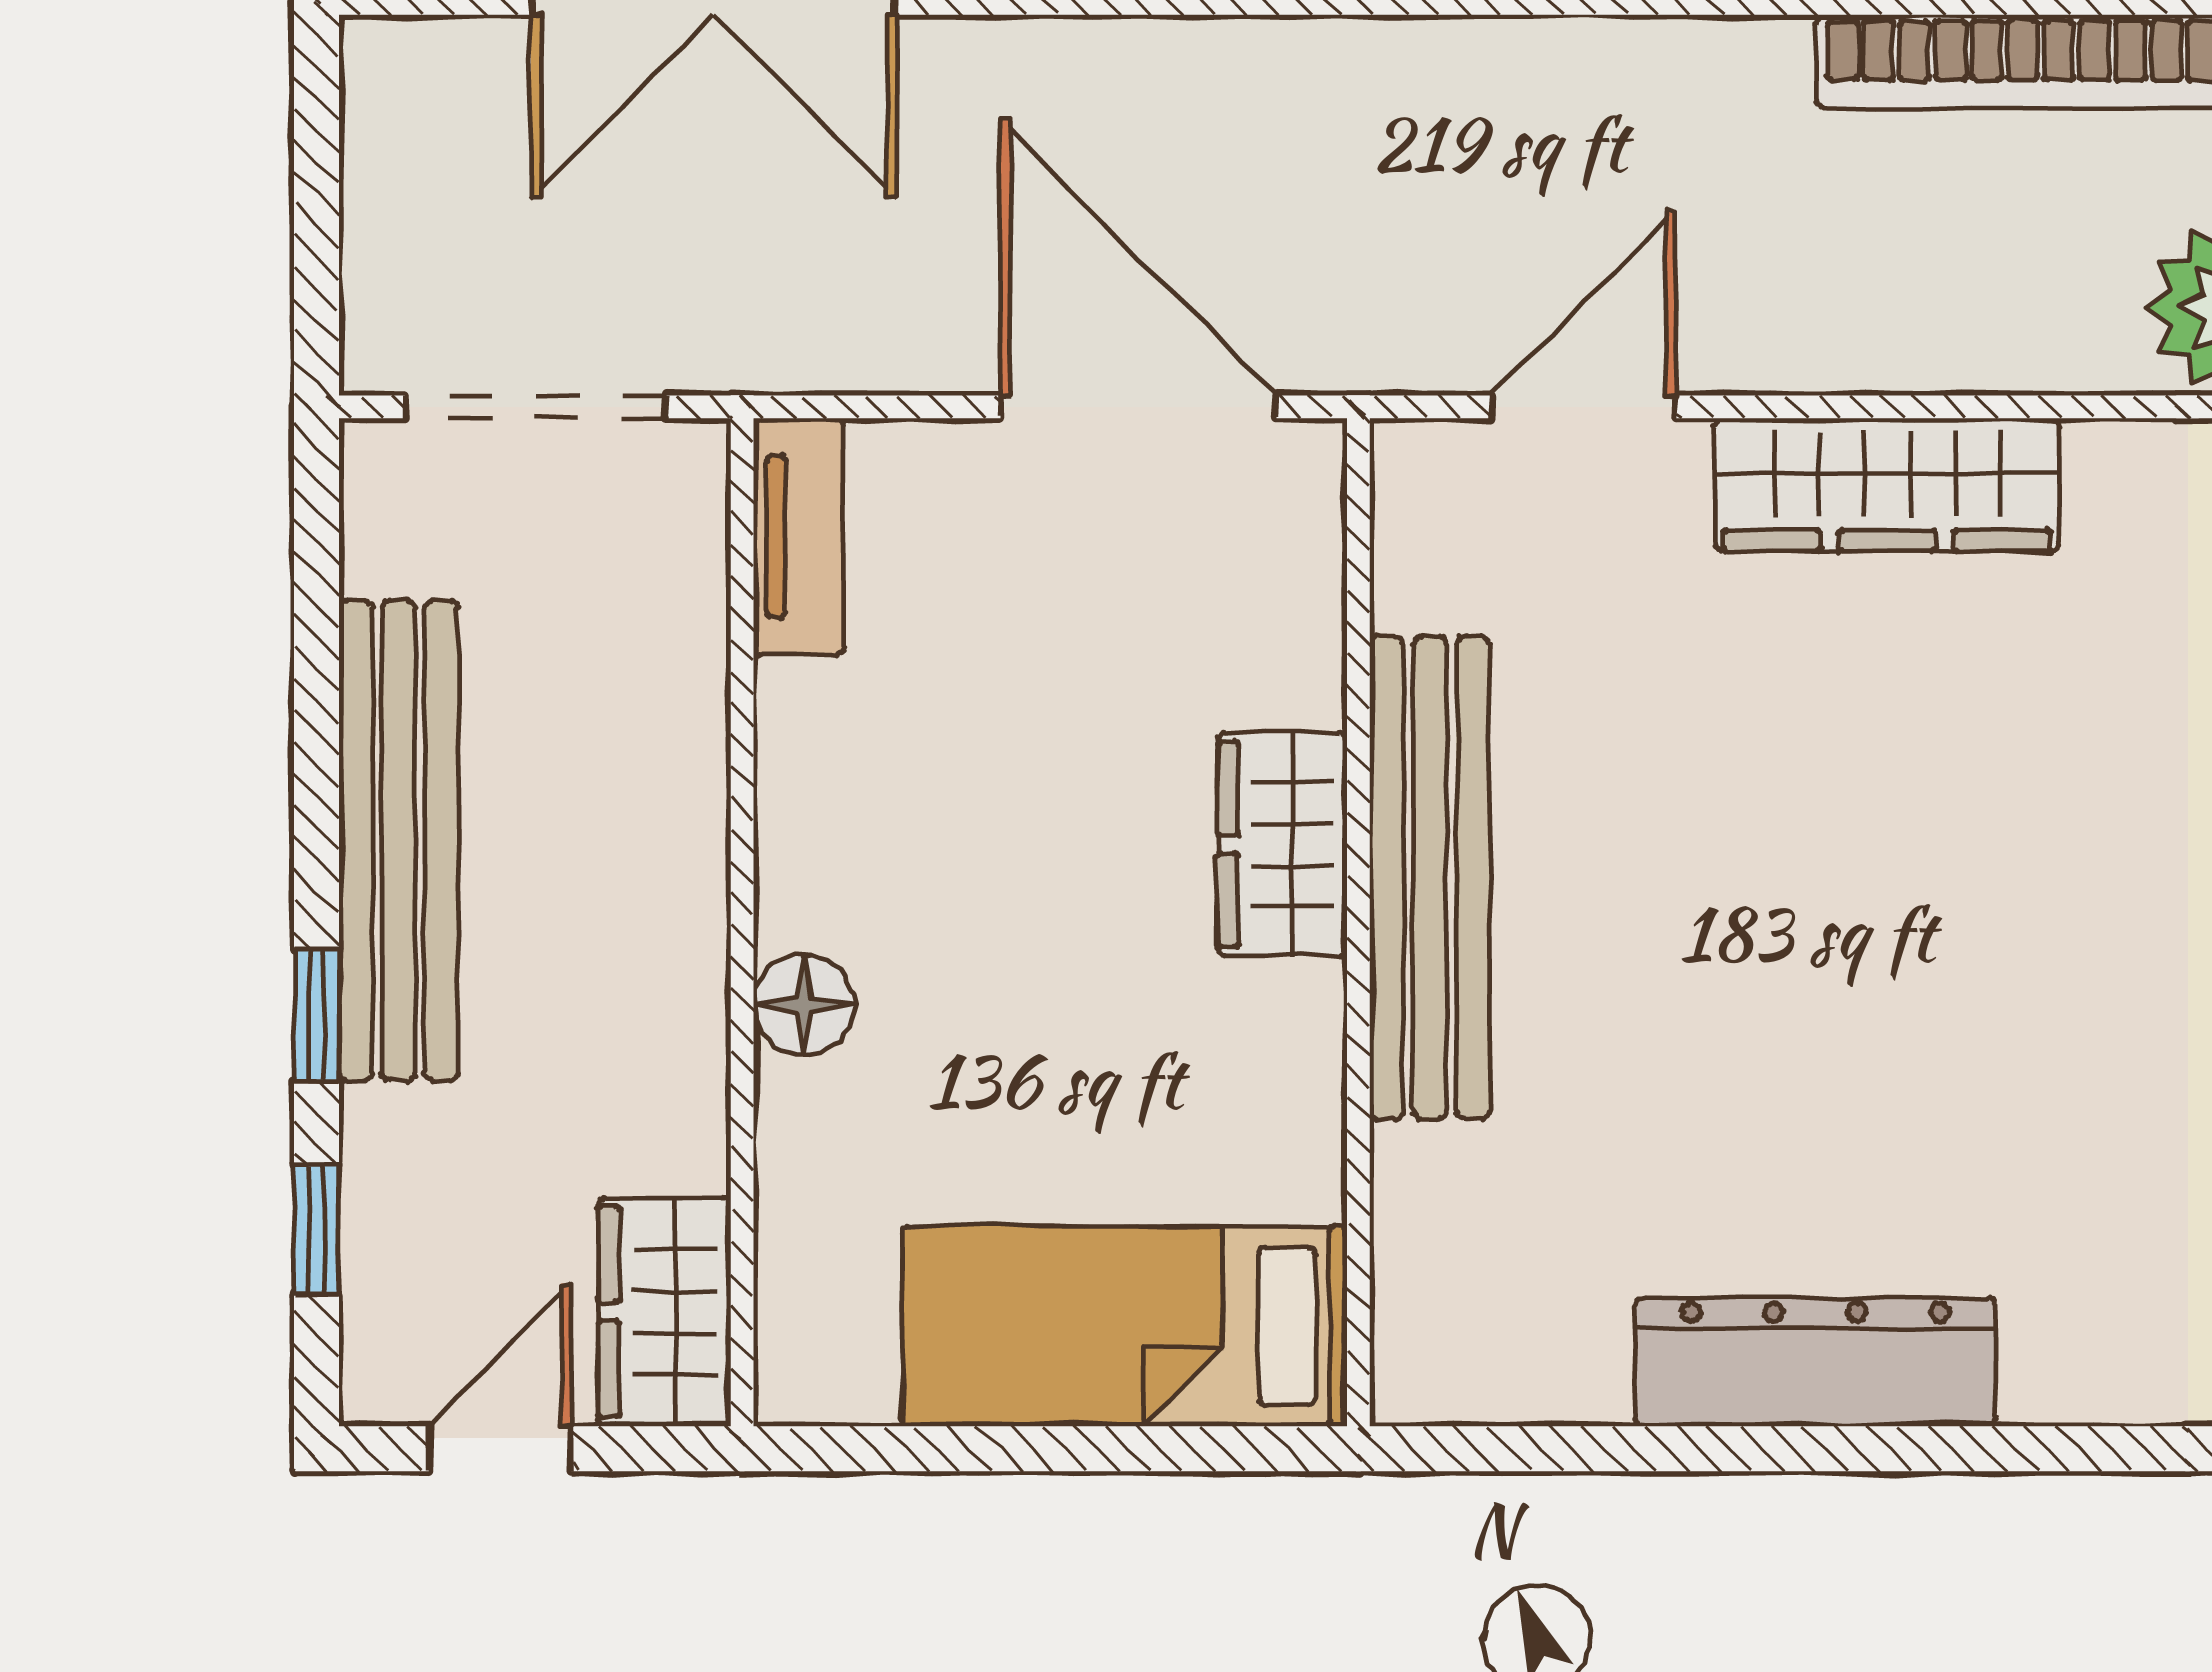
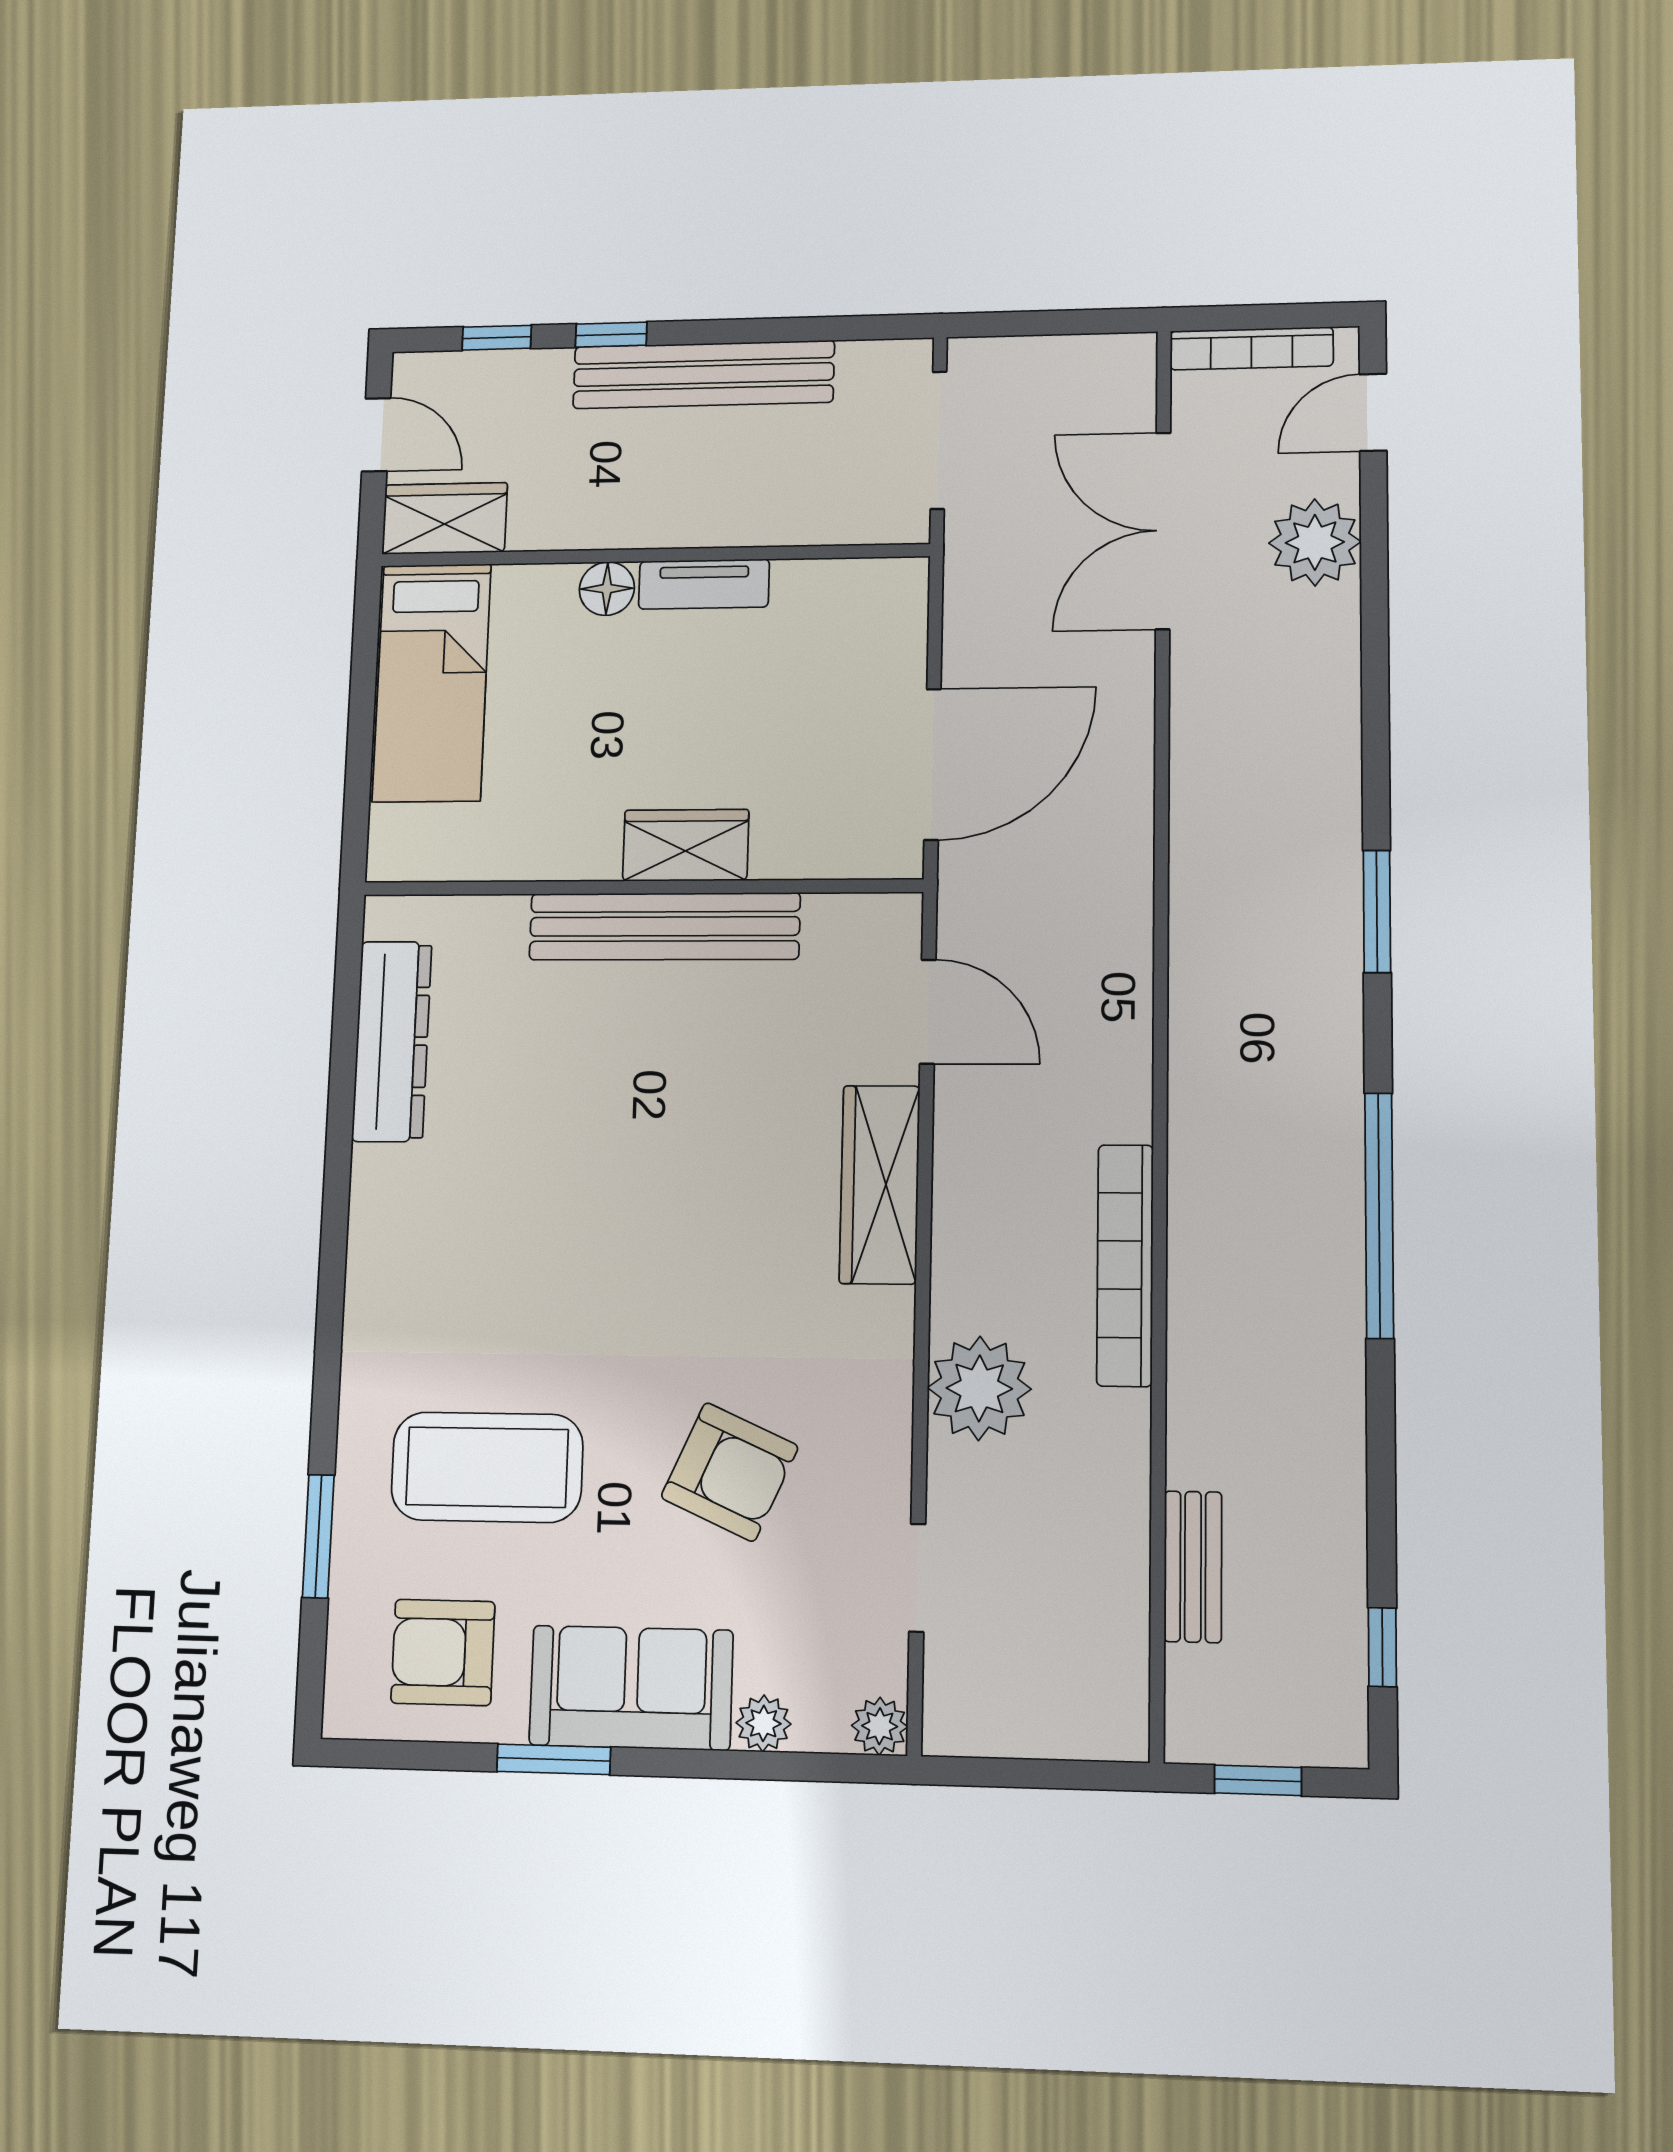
tv unit: (799, 536) -> (704, 584), moved
bed: (1125, 1326) -> (432, 682), moved, turned 180
dresser: (1816, 1362) -> (392, 1041), moved

